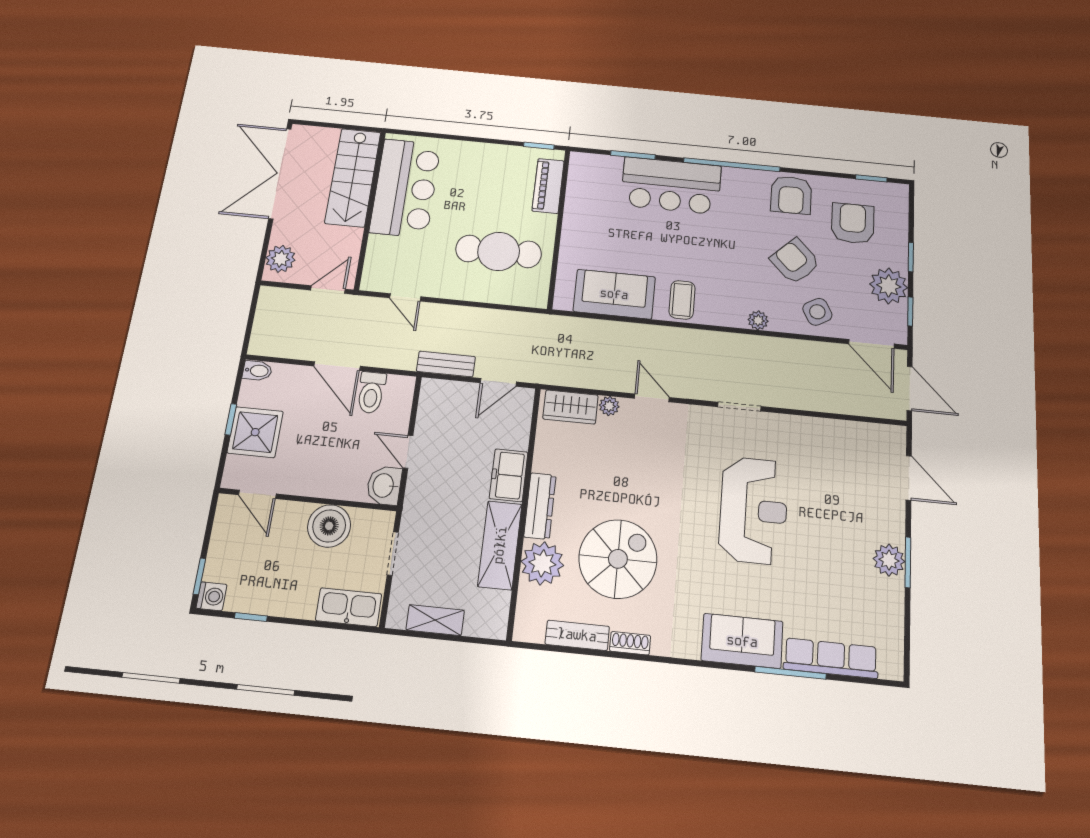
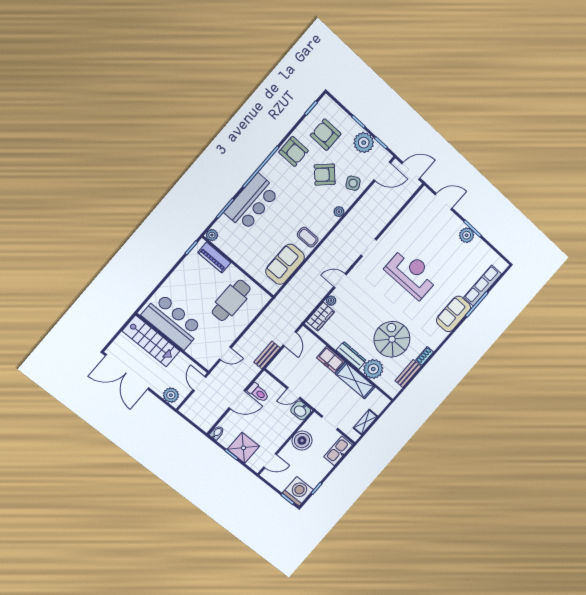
plant: (580, 162) -> (212, 235), added
washing machine: (212, 596) -> (298, 491), width x1.89, depth x1.89

